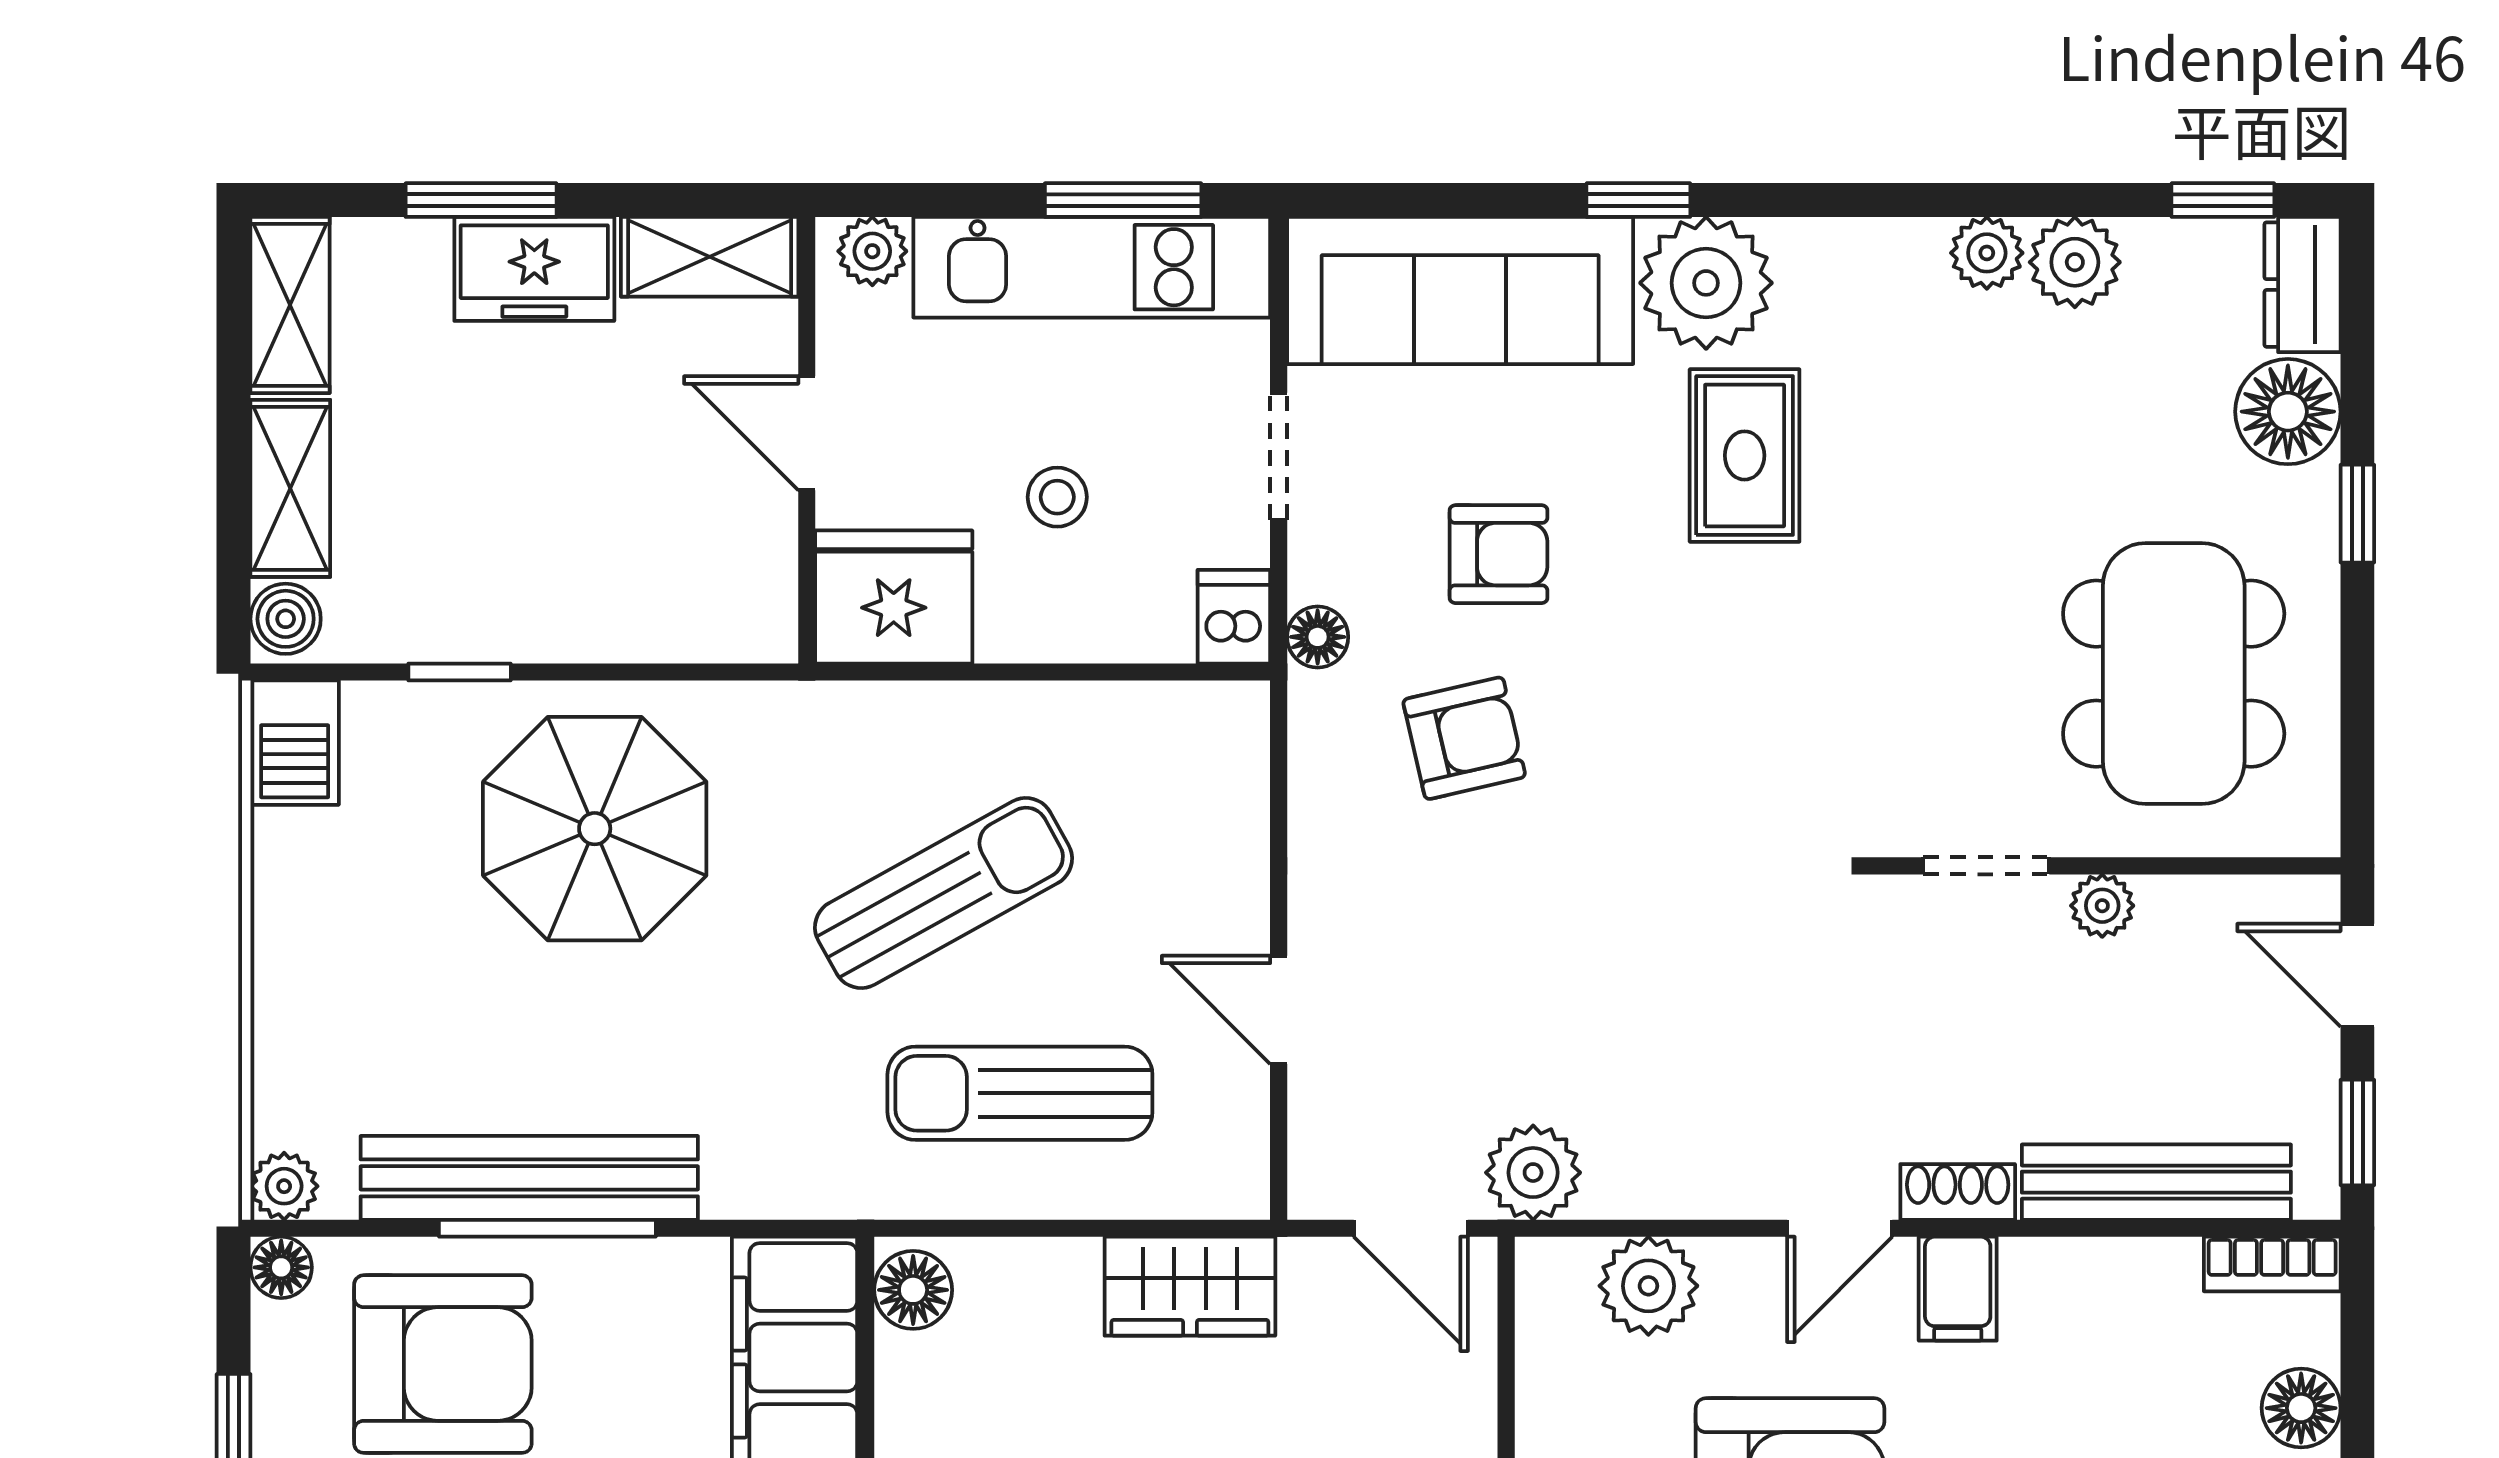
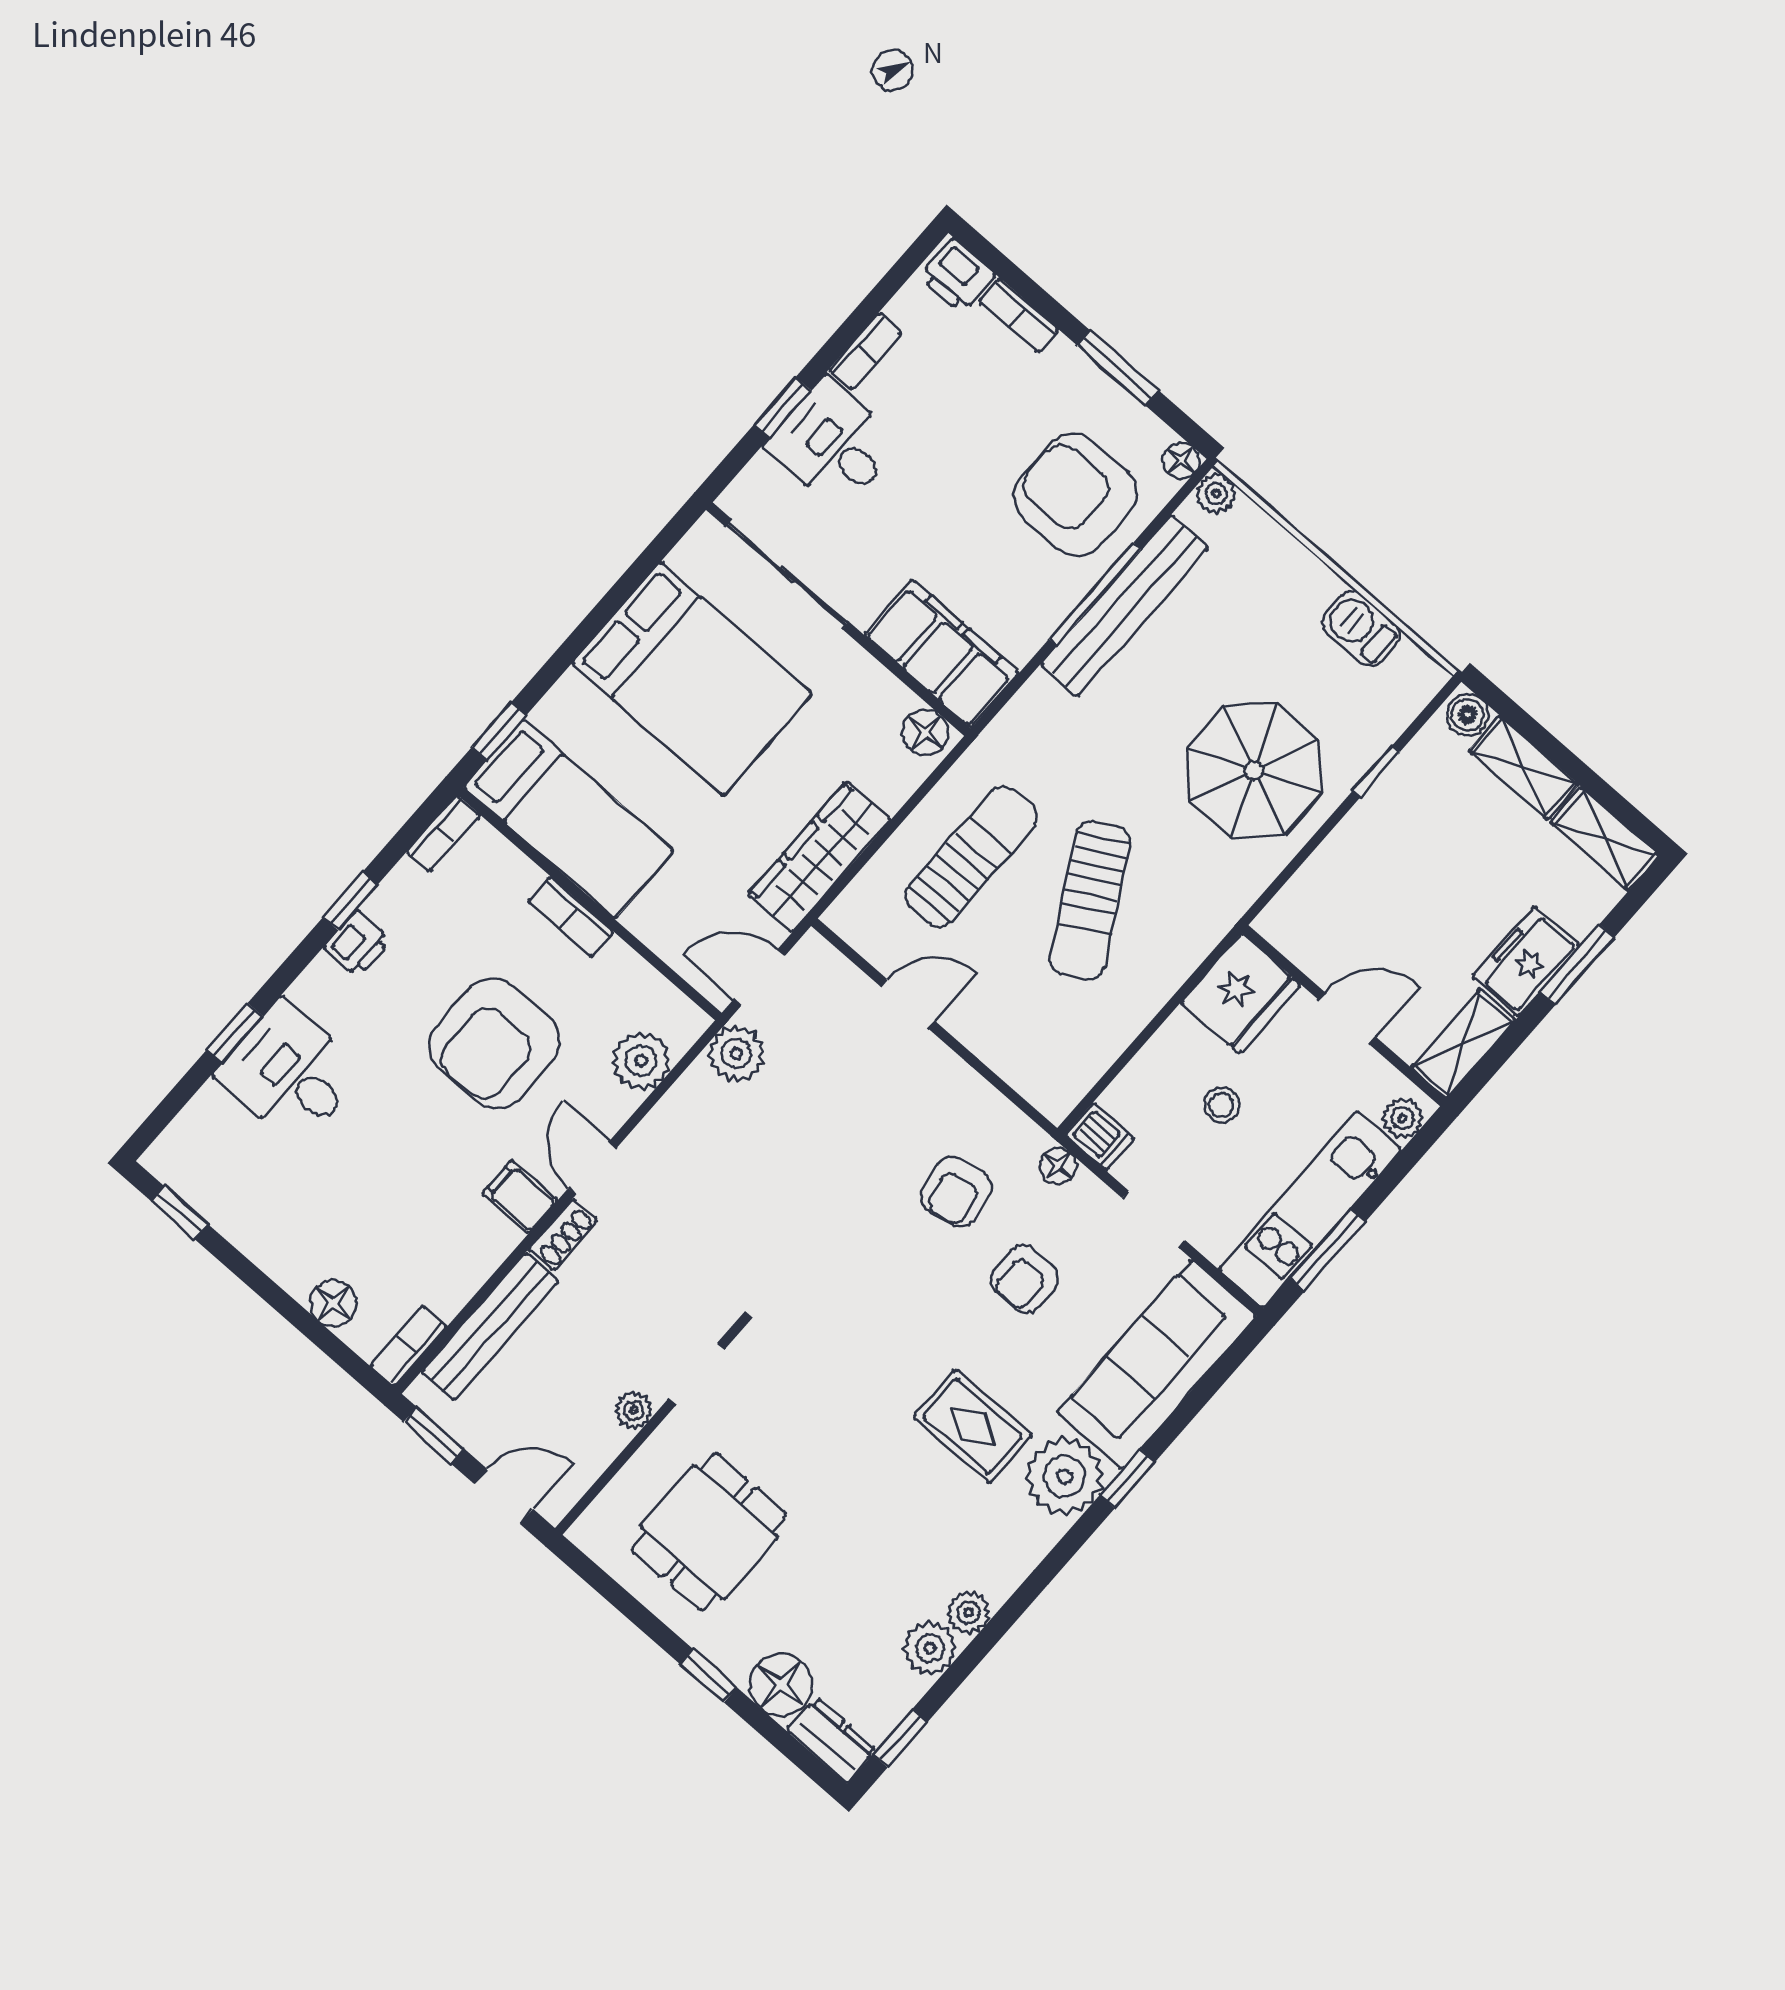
dining table: (2174, 674) -> (709, 1532), width x0.73
barbecue: (295, 743) -> (1361, 629), moved
wardrobe: (1190, 1286) -> (819, 857), width x1.50
armchair: (443, 1364) -> (1075, 495), turned 90

